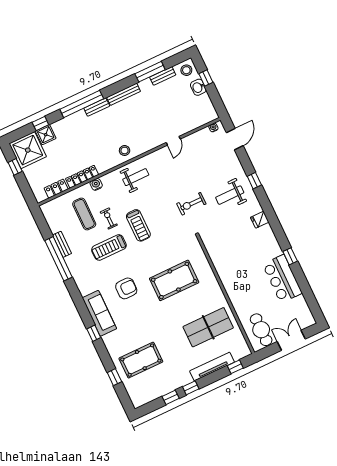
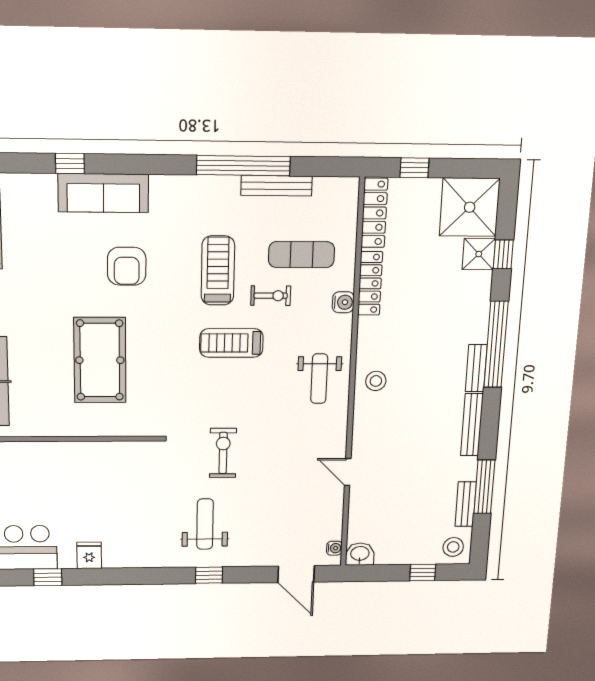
washbasin: (198, 87) -> (360, 554), moved
window: (15, 167) -> (414, 168), moved
locker: (56, 189) -> (374, 213), width x1.53
fridge: (260, 220) -> (89, 555), moved
bench: (62, 244) -> (277, 186), width x1.36

